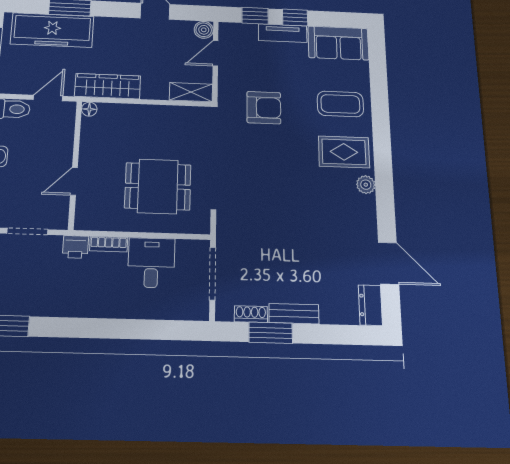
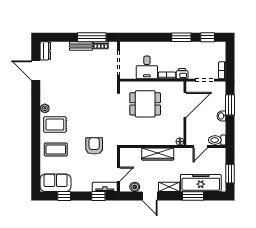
window: (295, 18) -> (64, 196), moved
boiler: (204, 30) -> (135, 187), moved
tv unit: (283, 33) -> (105, 187), moved
wardrobe: (108, 86) -> (158, 154), moved
shelving: (191, 92) -> (169, 187), moved
armchair: (264, 108) -> (94, 146), turned 90
door: (74, 181) -> (185, 105), width x1.87
window: (72, 328) -> (181, 37), added
window: (271, 333) -> (92, 37), width x1.44

